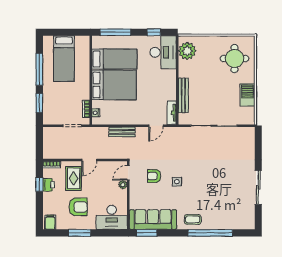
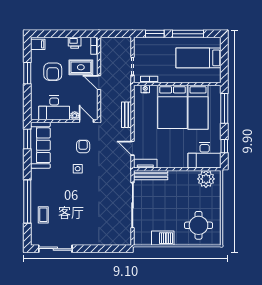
bench: (183, 96) -> (151, 175), moved
window: (39, 184) -> (75, 34), removed
sliding door: (258, 187) -> (55, 249), moved
desk: (112, 217) -> (54, 108), moved, turned -90
coffee table: (193, 219) -> (43, 215), moved

